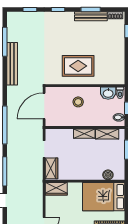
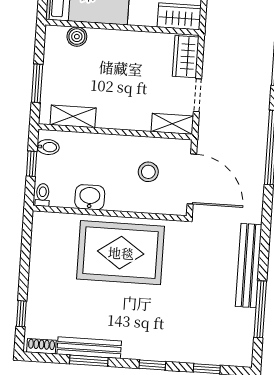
rug: (78, 66) -> (121, 253), width x1.37, depth x1.44
washbasin: (108, 93) -> (90, 197), moved
stool: (78, 102) -> (148, 172), moved
door: (44, 106) -> (192, 179), hinge flipped
shelving: (84, 134) -> (172, 124), moved

